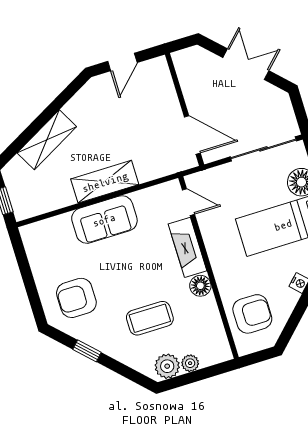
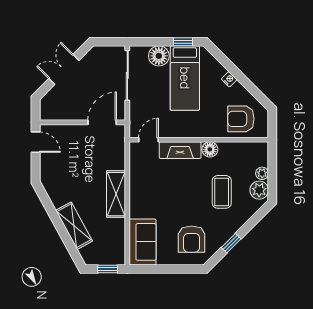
door: (122, 62) -> (36, 142), moved
sofa: (104, 220) -> (143, 242), moved
armchair: (252, 314) -> (241, 119), turned -90

